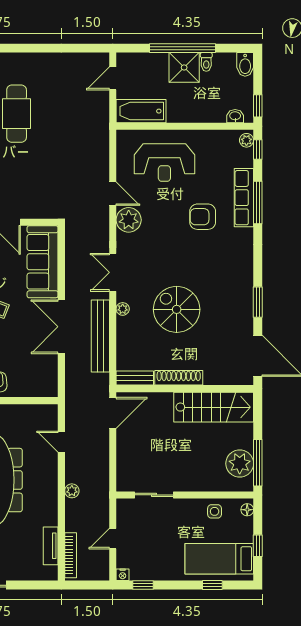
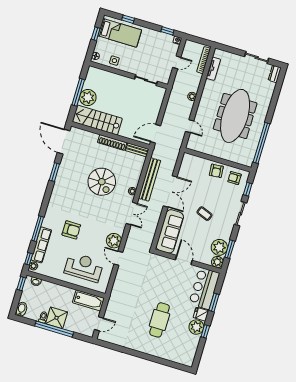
row of seats: (244, 198) -> (41, 245), moved
window: (258, 463) -> (78, 92), moved
plant: (240, 464) -> (88, 97), moved

